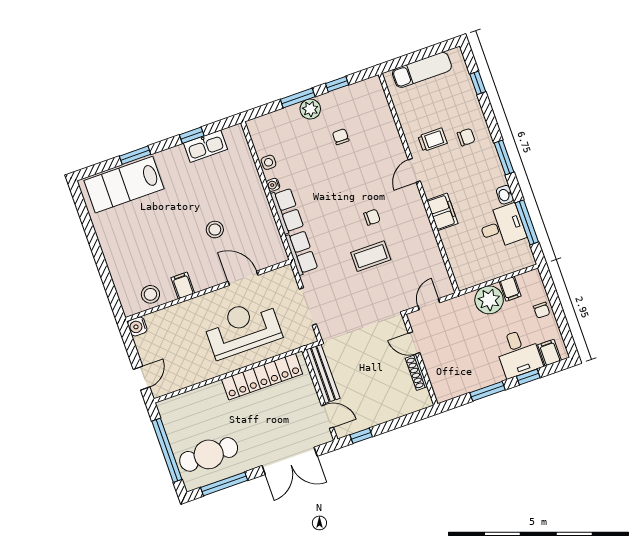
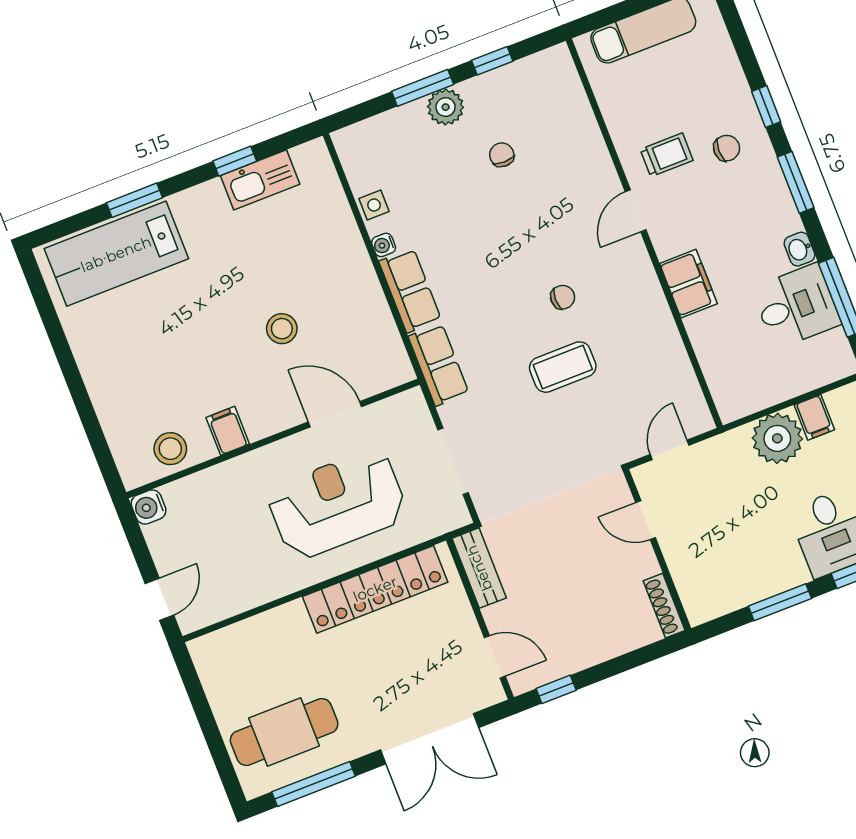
window: (478, 83) -> (766, 107), moved
shoe rack: (416, 372) -> (664, 606), moved
bench: (323, 374) -> (479, 568), width x0.73
window: (167, 450) -> (209, 727), removed

